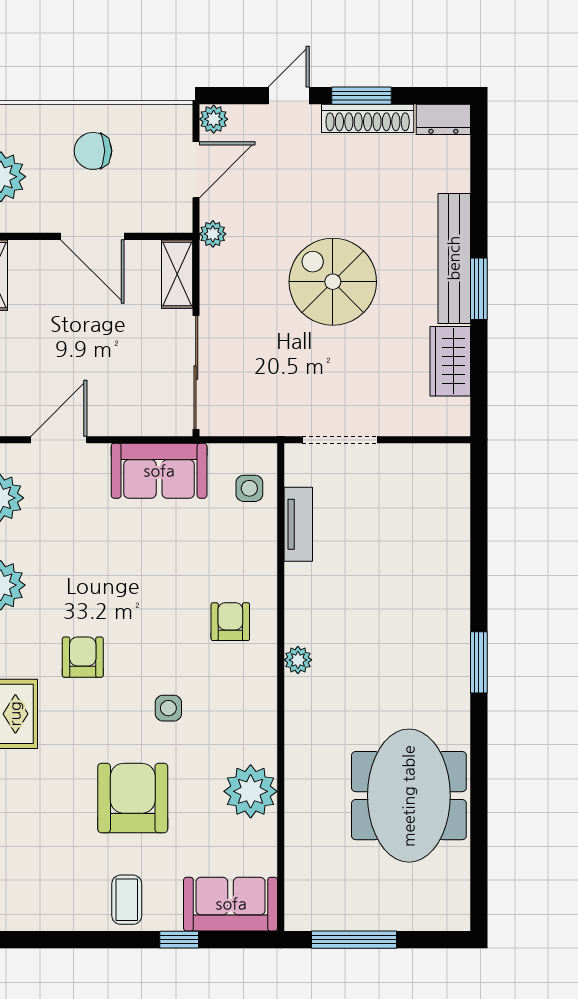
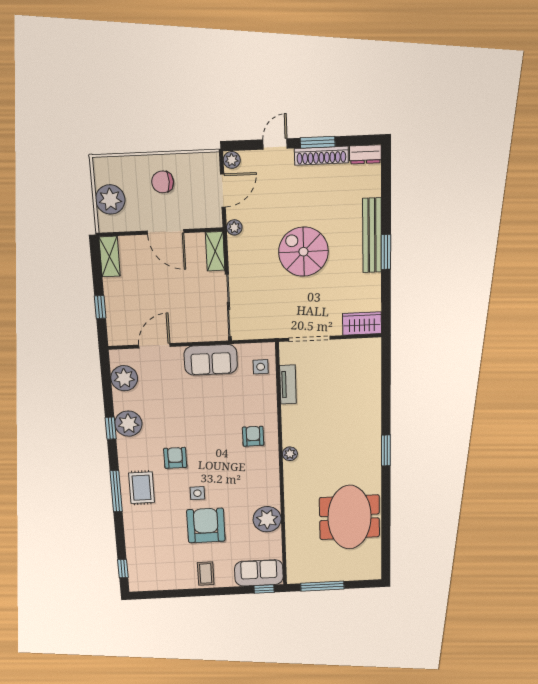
wardrobe: (450, 361) -> (362, 323), moved, turned 90
side table: (168, 708) -> (197, 493), moved
window: (179, 940) -> (264, 589), moved

